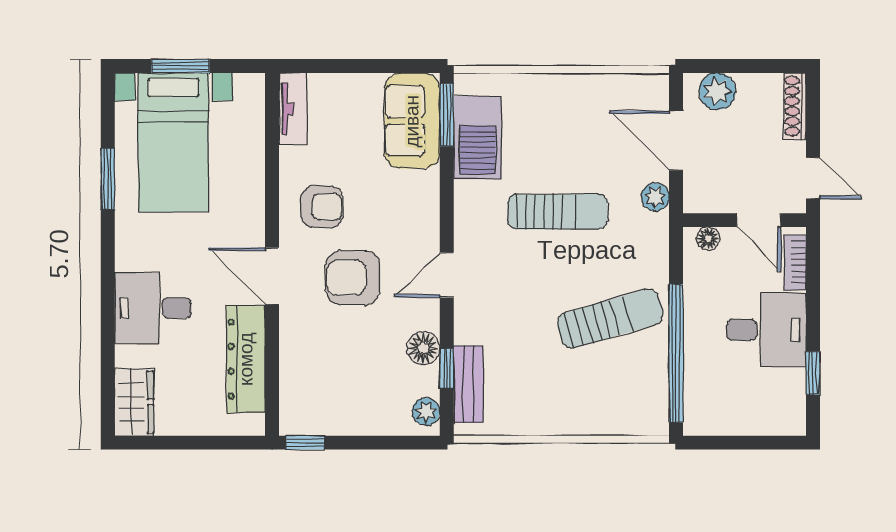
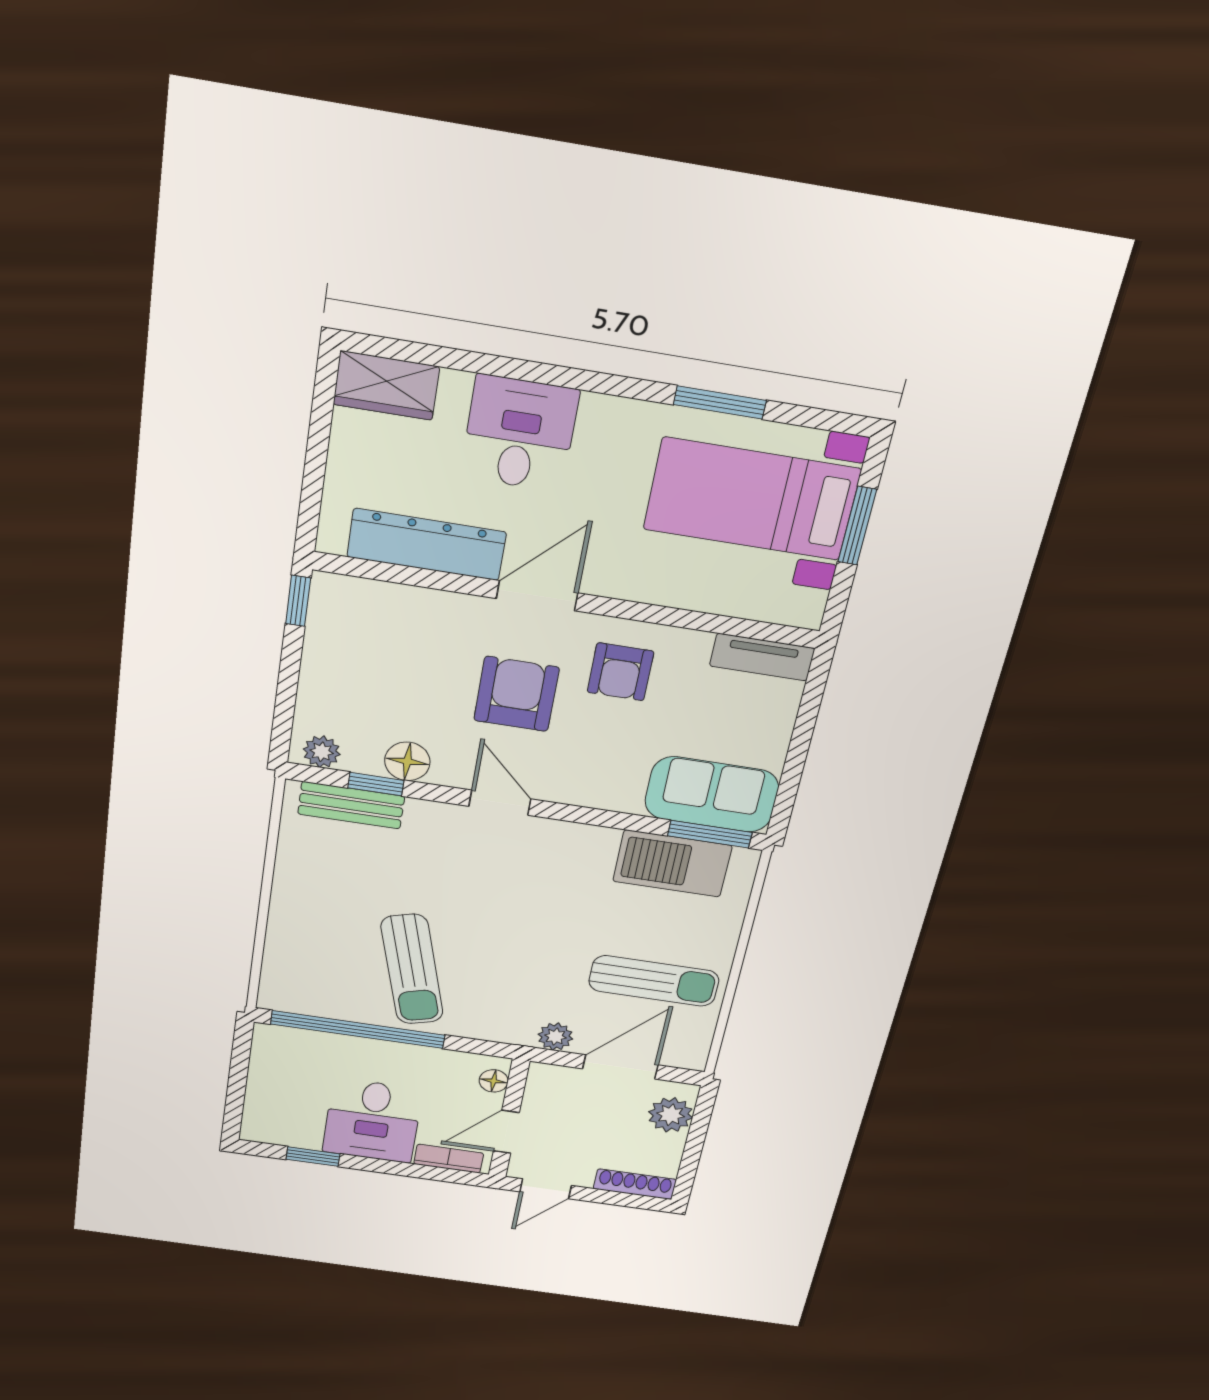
sun lounger: (558, 212) -> (654, 981), moved, turned -90

